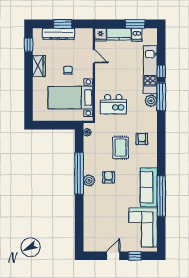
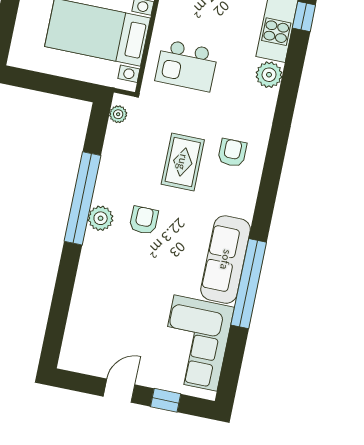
window: (161, 97) -> (293, 71), removed

